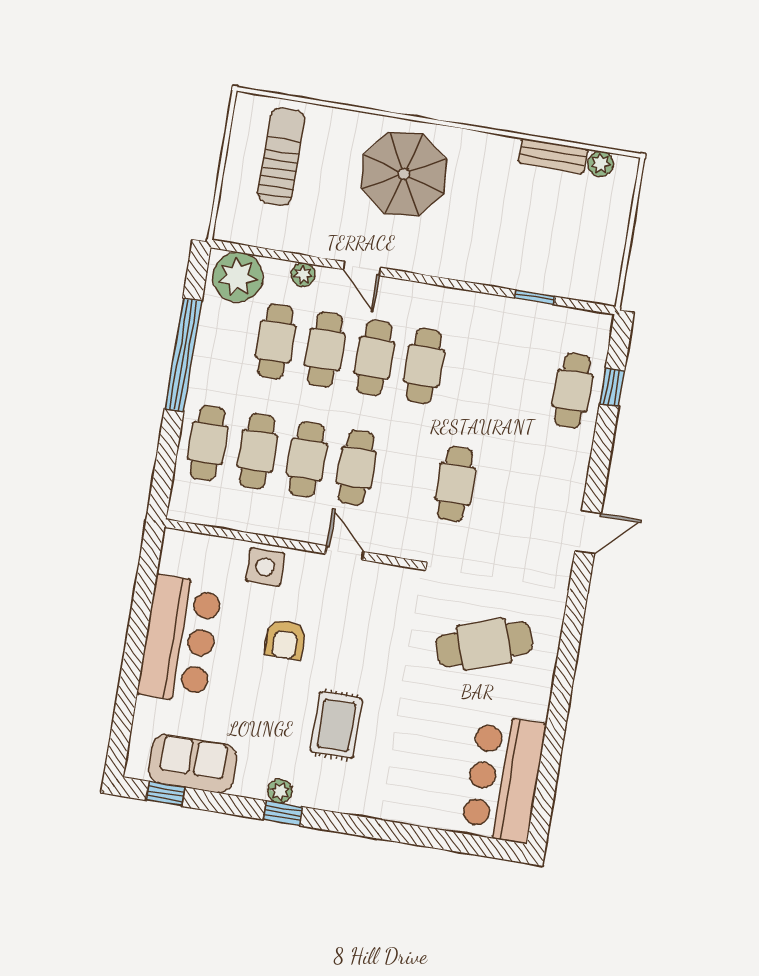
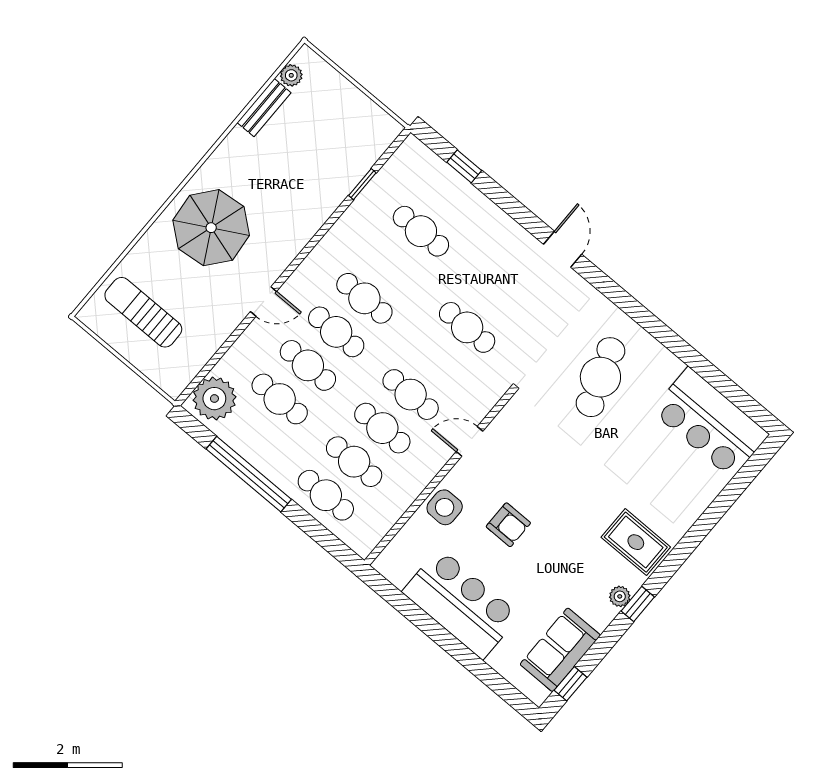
plant: (303, 275) -> (242, 348), removed
cafe table: (572, 391) -> (421, 231), moved
rug: (336, 725) -> (636, 542), moved

